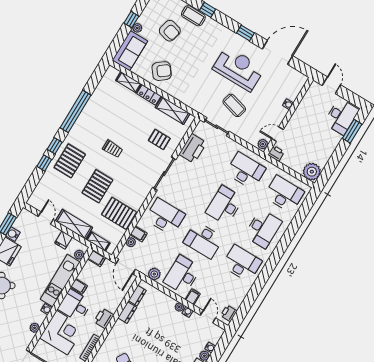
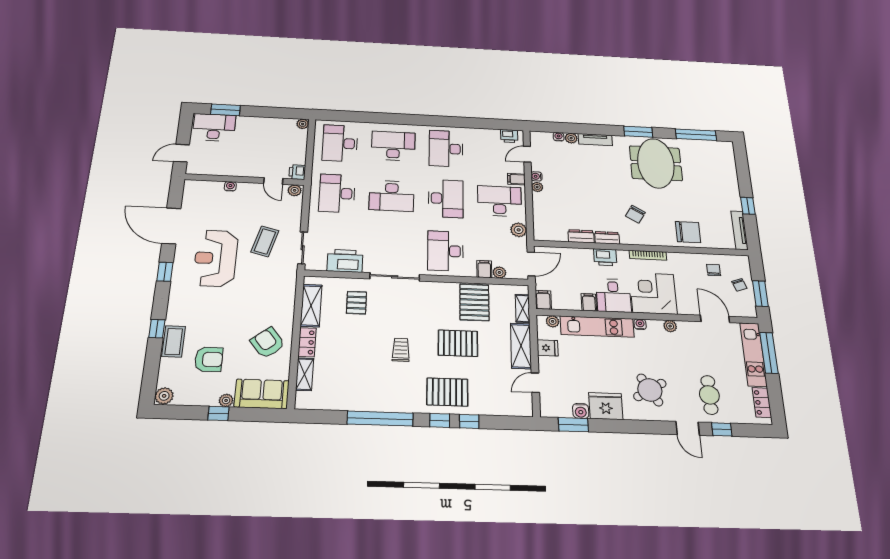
armchair: (170, 31) -> (209, 359), turned 76
plant: (312, 172) -> (303, 124), width x0.53, depth x0.53
desk: (182, 275) -> (499, 201), turned 180
dresser: (137, 296) -> (607, 238), moved

